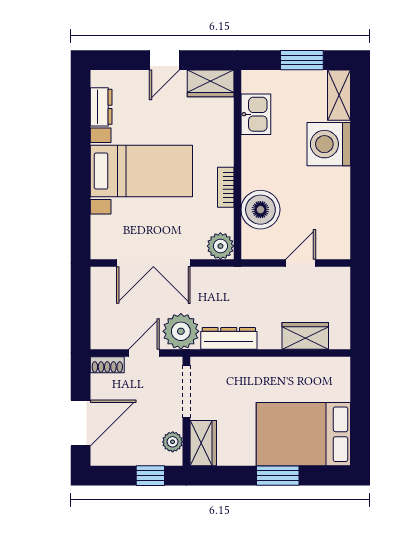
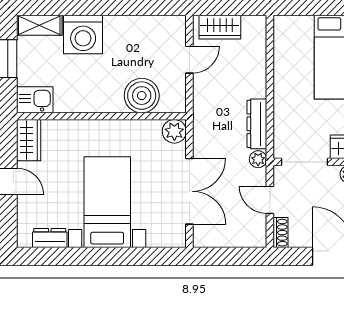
kitchen sink: (256, 114) -> (35, 100), moved
bookcase: (226, 187) -> (122, 127), removed
door: (301, 263) -> (189, 60), swing flipped
plant: (181, 331) -> (258, 159), width x0.53, depth x0.53
wardrobe: (305, 336) -> (220, 27), moved, turned -90

